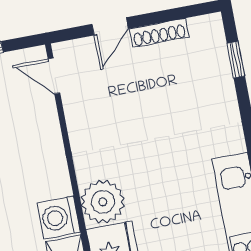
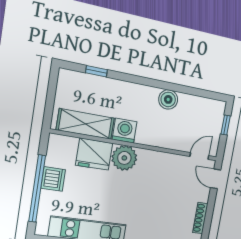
door: (110, 26) -> (216, 179), moved

